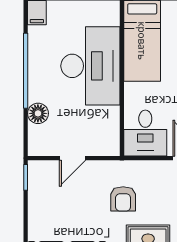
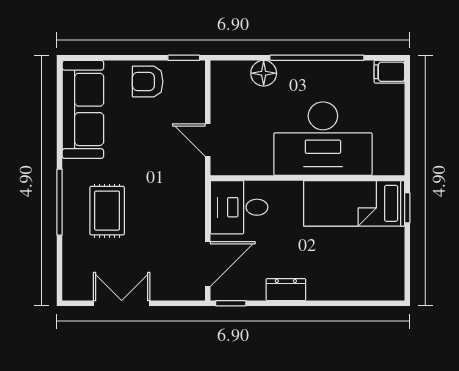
door: (73, 158) -> (208, 140), moved
armchair: (123, 199) -> (148, 82), moved

